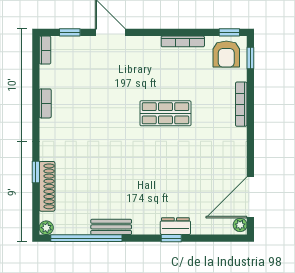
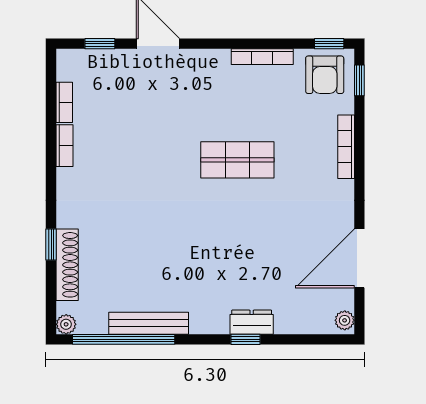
bookcase: (45, 50) -> (64, 102), moved
door: (250, 197) -> (359, 258), moved
bench: (111, 227) -> (149, 323), width x1.36

